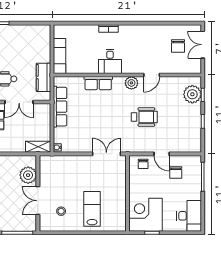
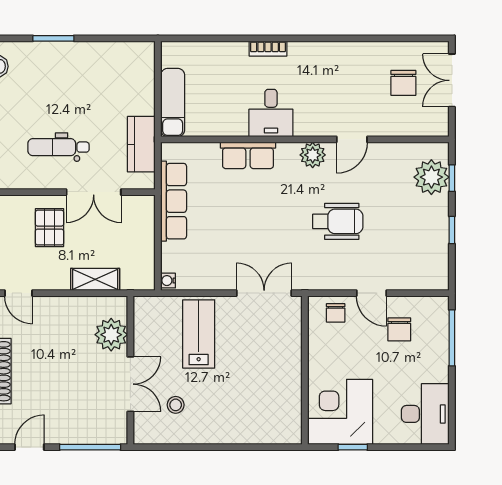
shelving: (38, 147) -> (95, 279), moved
double door: (38, 201) -> (130, 384), swing flipped
lab bench: (92, 209) -> (199, 334), moved

